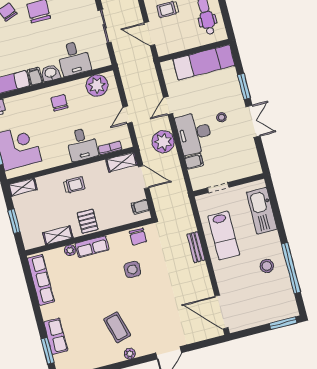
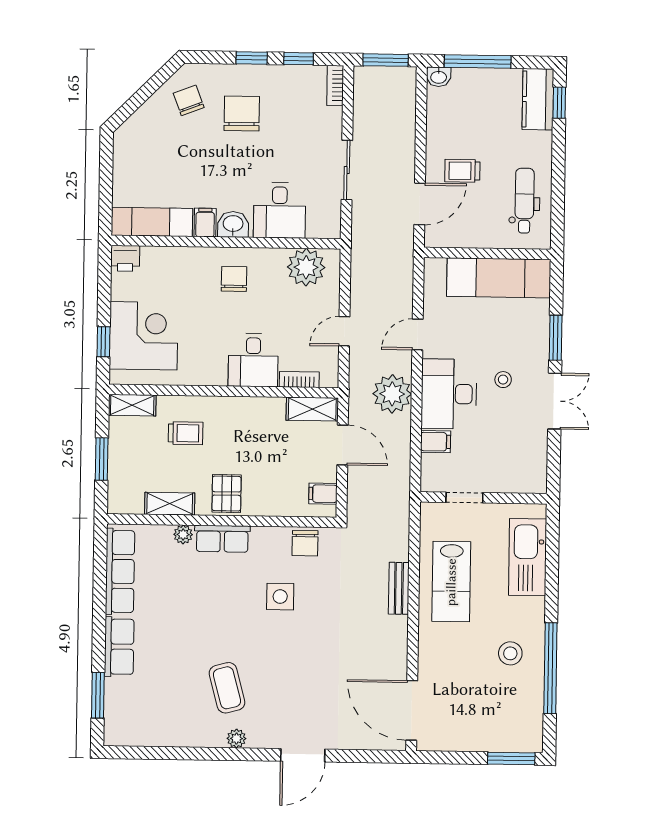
door: (149, 34) -> (420, 204), swing flipped
trolley: (74, 185) -> (186, 433), moved
row of seats: (56, 336) -> (119, 647), moved

